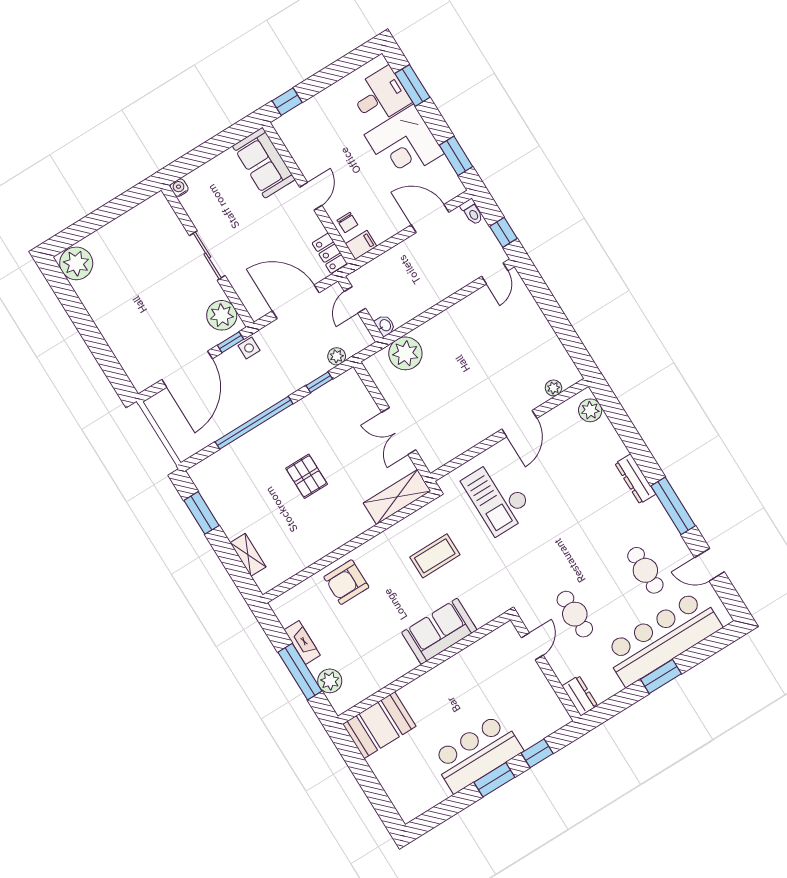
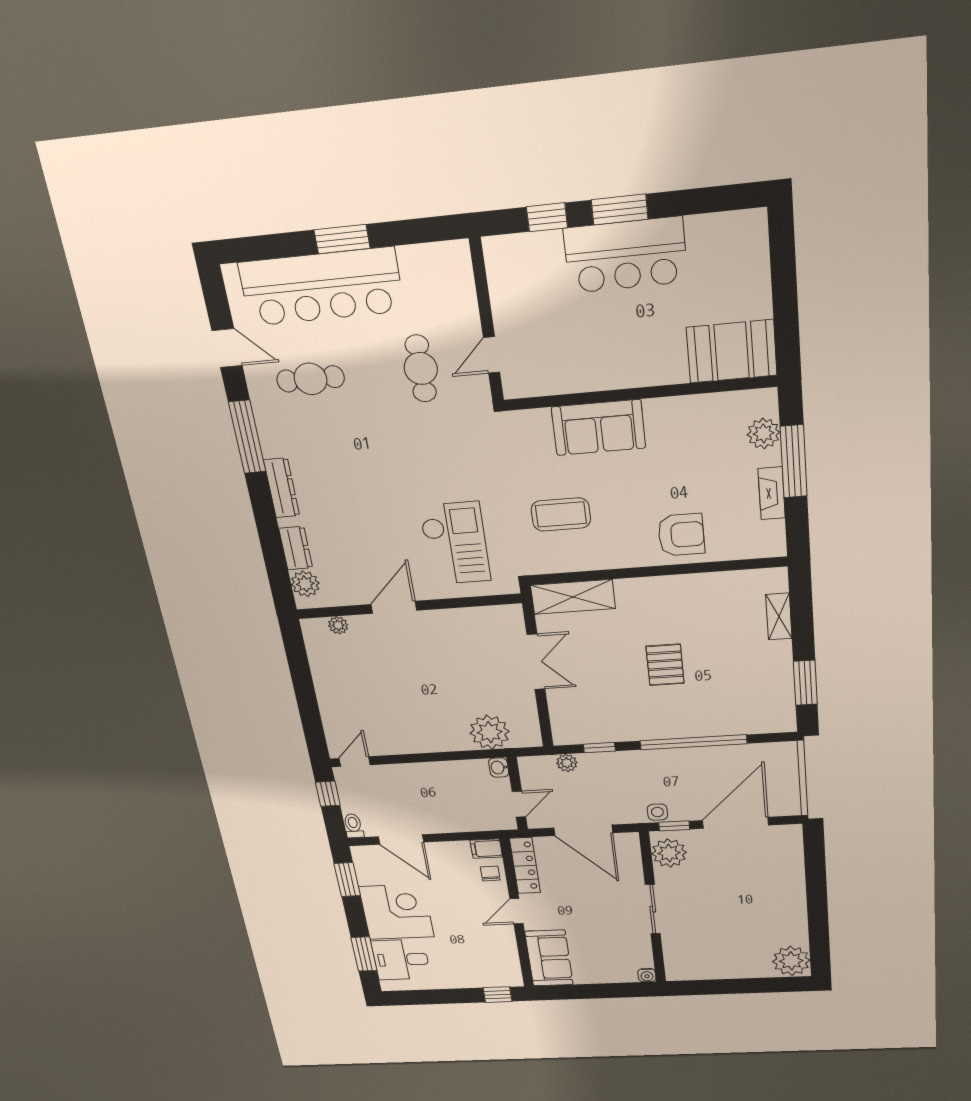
locker: (330, 253) -> (525, 866), width x1.53
cafe table: (645, 570) -> (311, 379), turned 90
dresser: (580, 696) -> (296, 548), moved, turned 180

